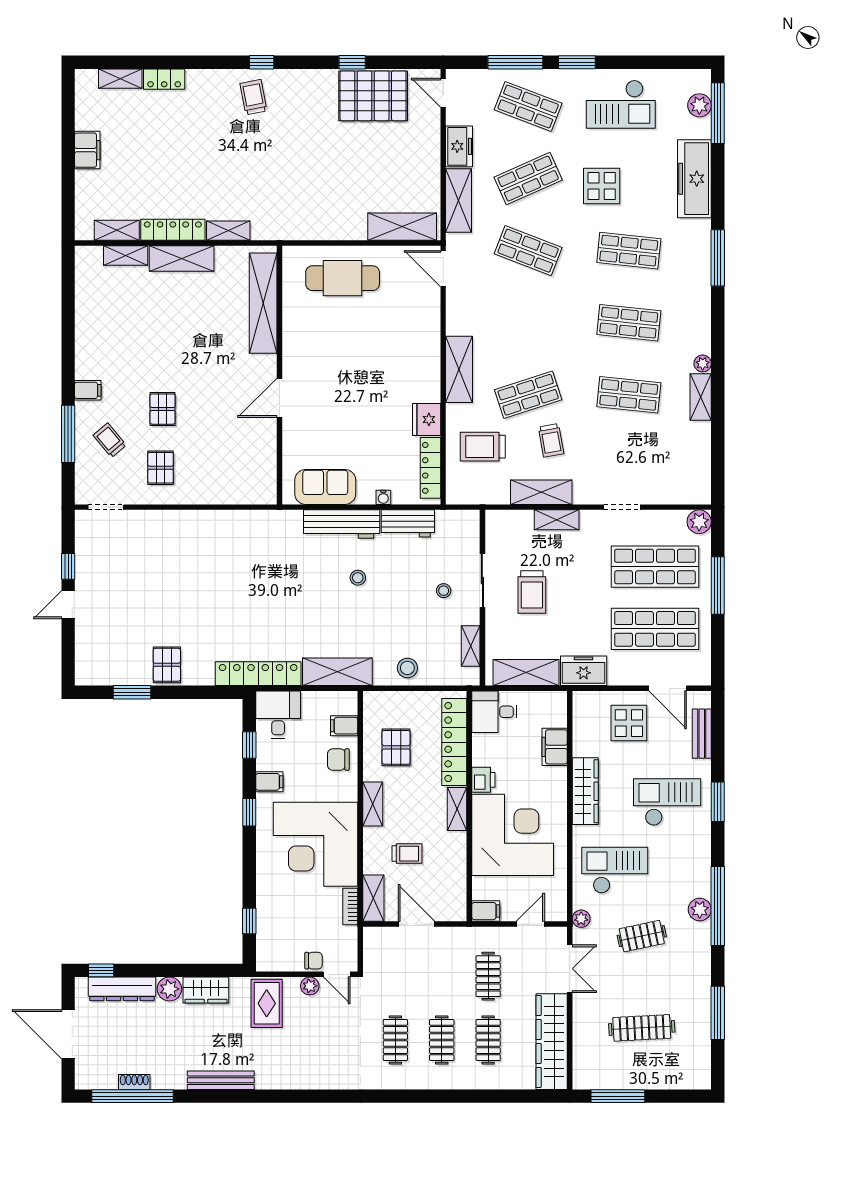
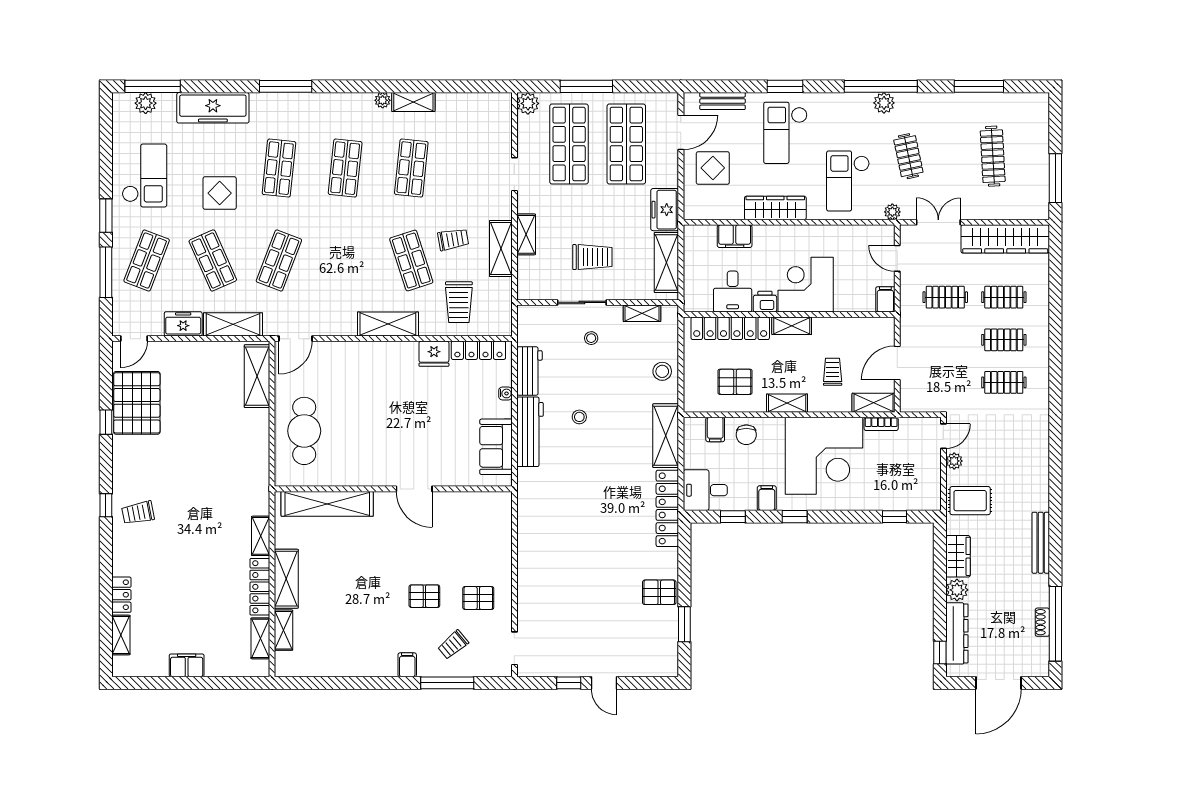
desk: (494, 712) -> (733, 291), moved
corner desk: (513, 835) -> (806, 285), width x0.74, depth x0.74
chair: (313, 961) -> (931, 458), removed

